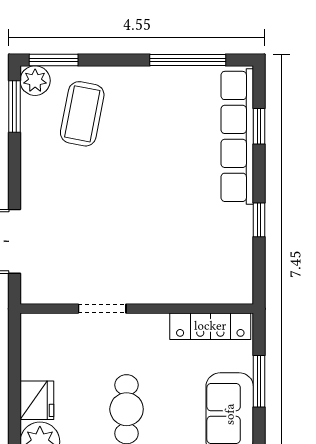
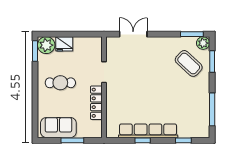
window: (54, 60) -> (212, 62), moved
coffee table: (82, 114) -> (189, 63), turned 32
row of seats: (237, 136) -> (148, 131), moved
locker: (210, 326) -> (96, 103), moved

